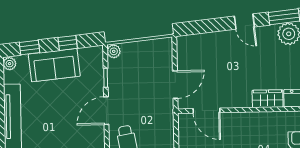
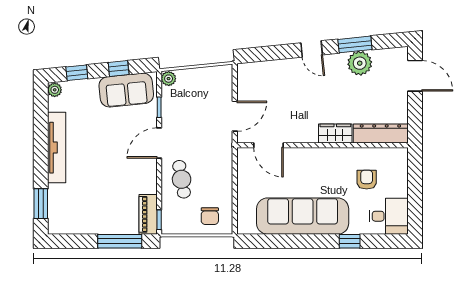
sofa: (54, 65) -> (126, 90), moved

